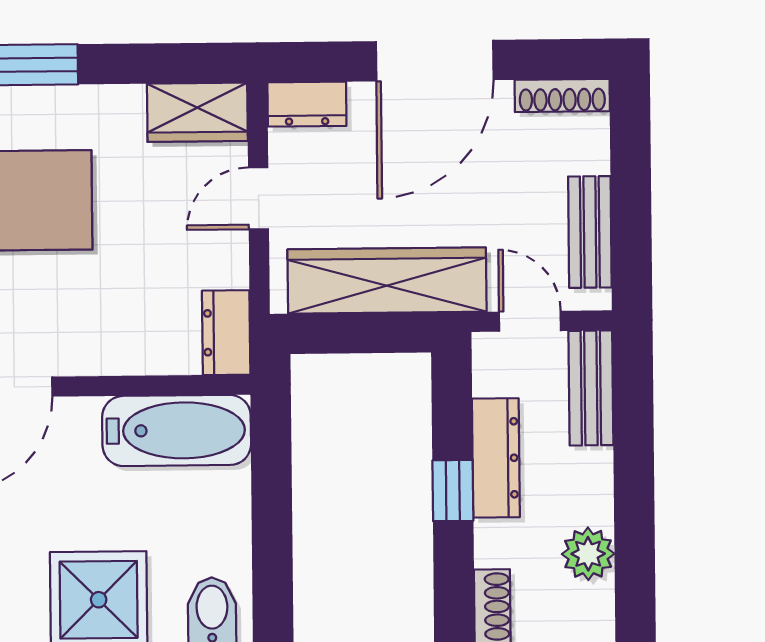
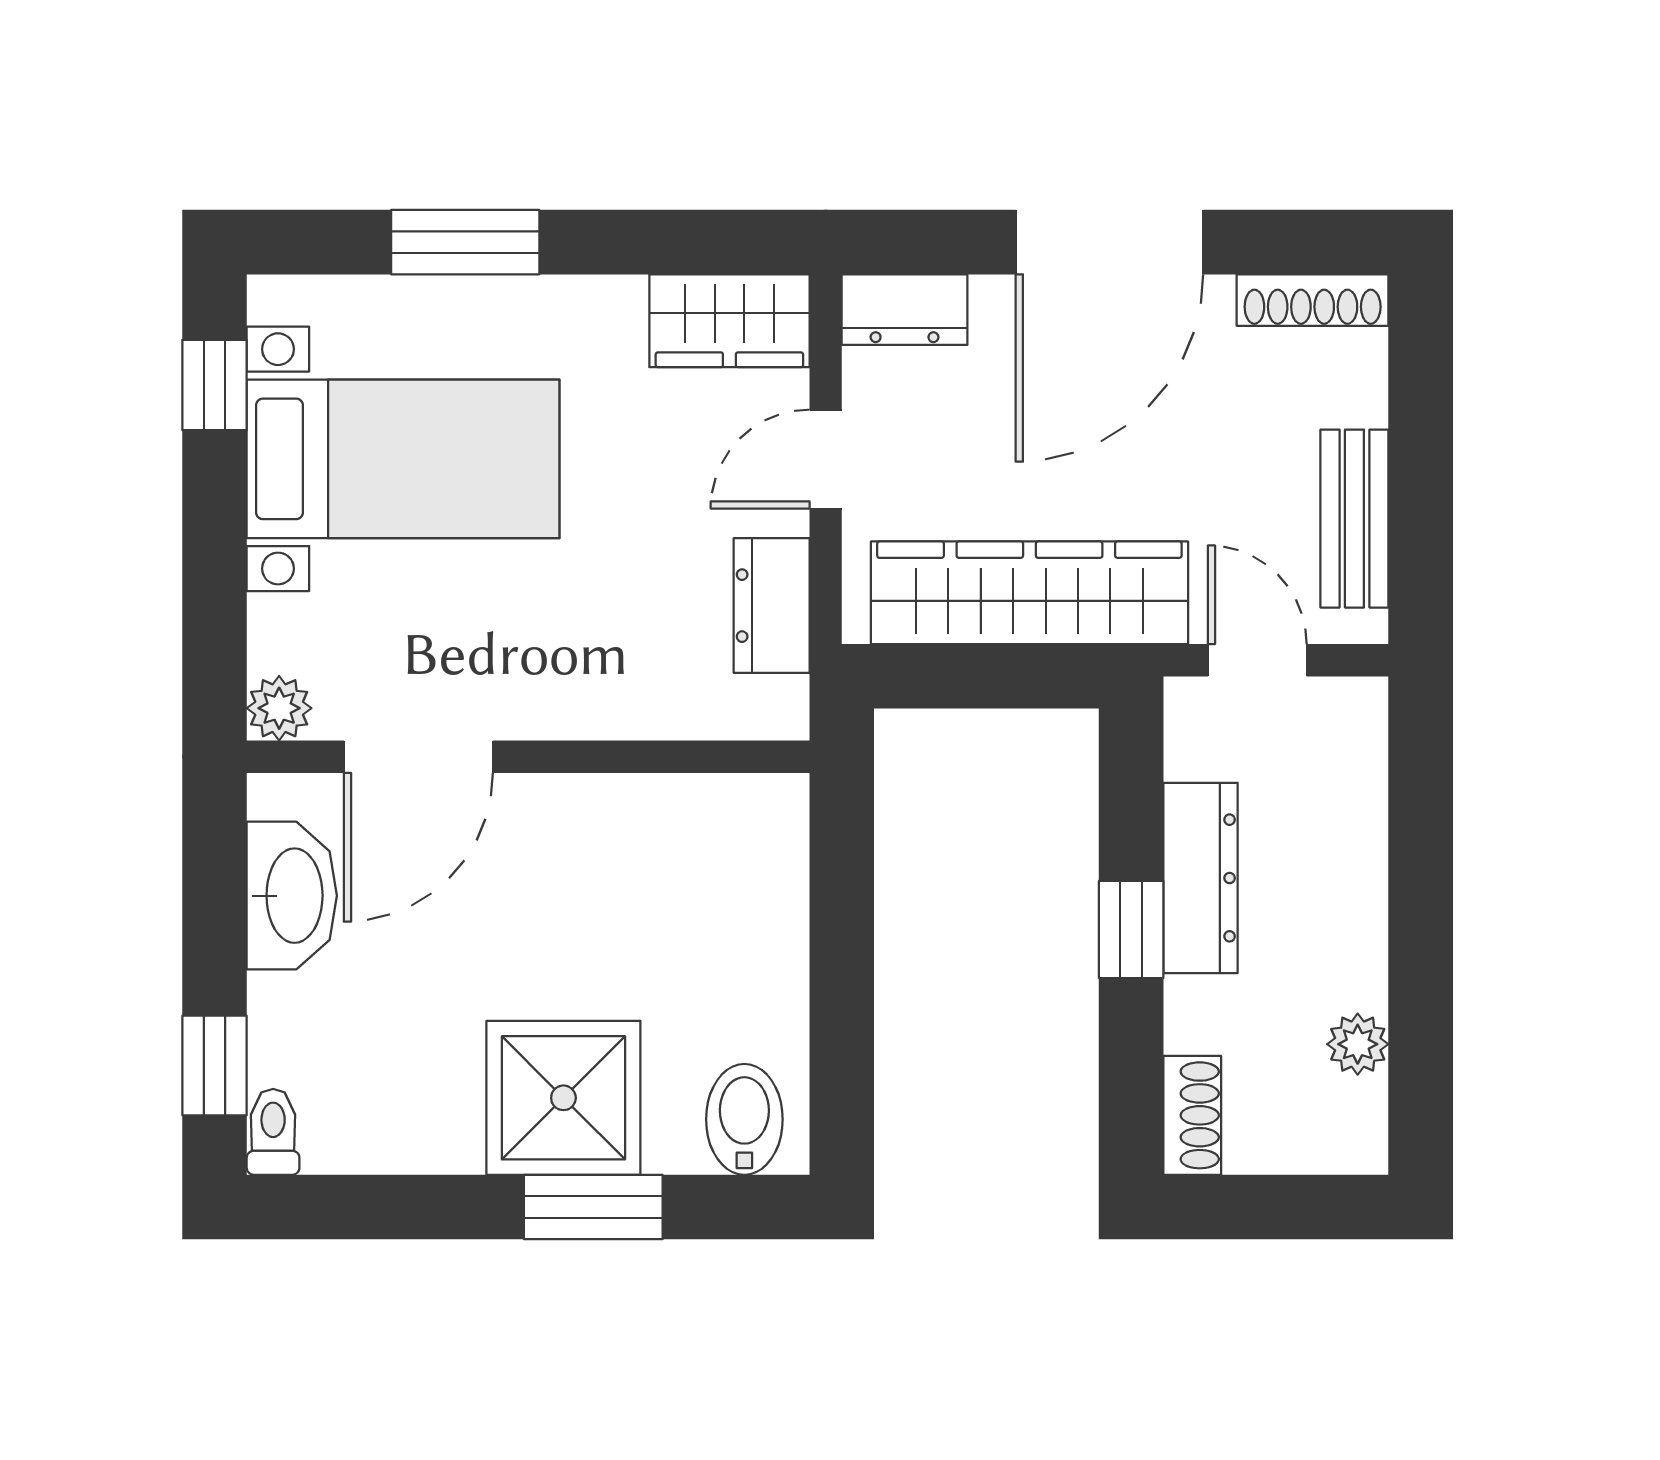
dresser: (226, 333) -> (772, 606), moved
bench: (591, 388) -> (1353, 768), removed
bathtub: (177, 430) -> (691, 829), removed
plant: (588, 554) -> (1358, 1044), width x0.73, depth x0.73

